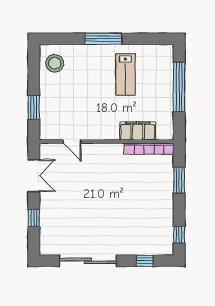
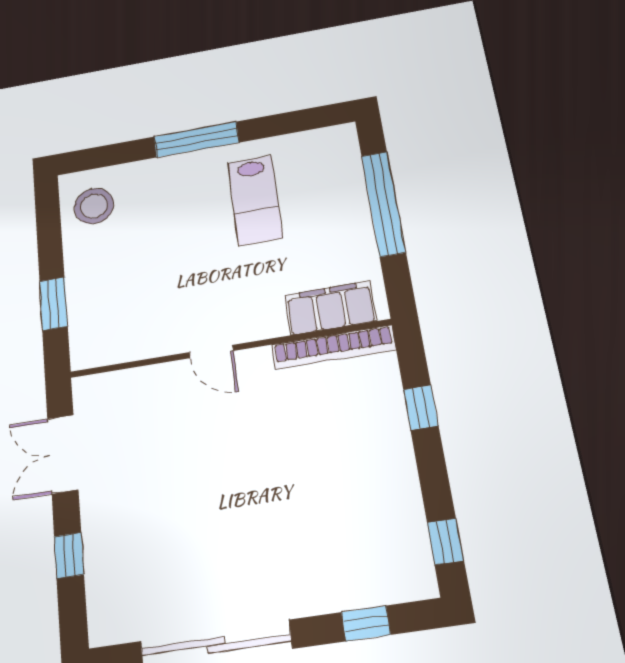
filing cabinet: (138, 131) -> (330, 308), moved
door: (72, 142) -> (211, 352), moved
double door: (34, 176) -> (63, 454), swing flipped
window: (179, 180) -> (421, 408), width x0.67

